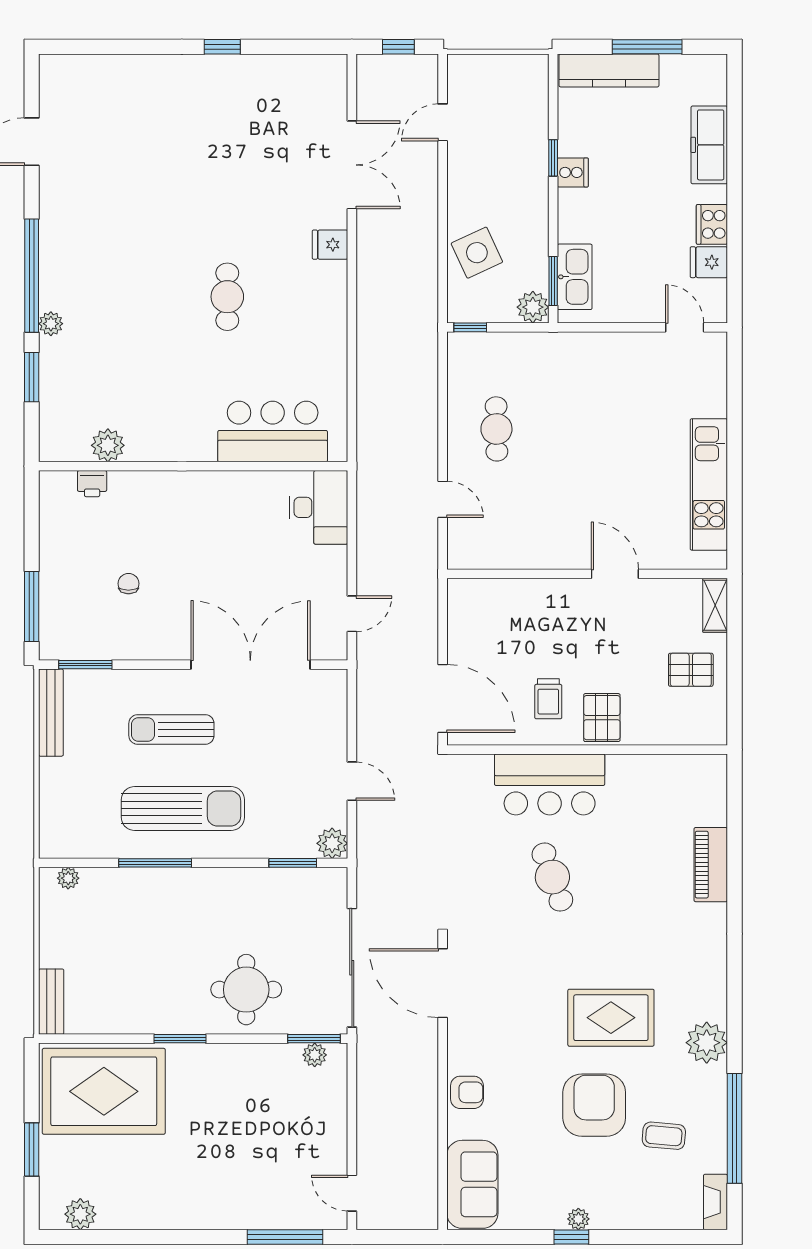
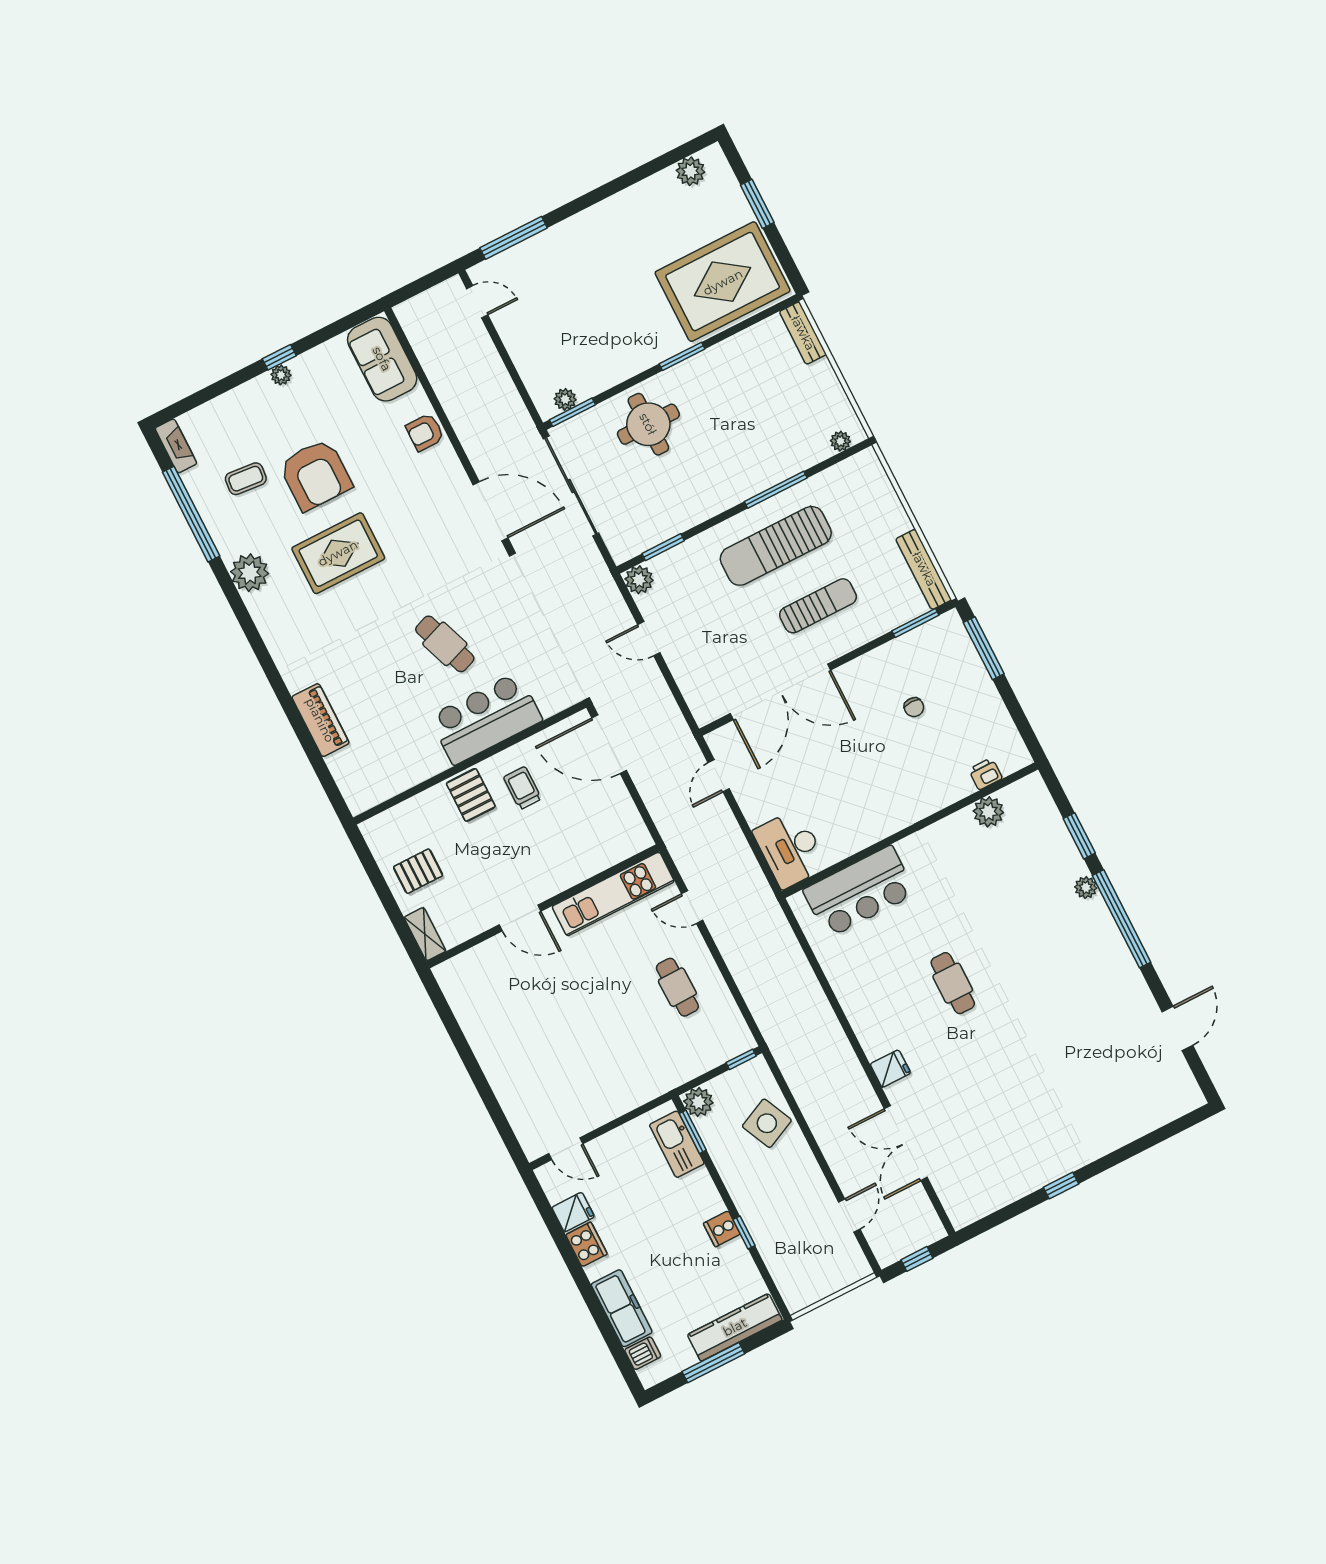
dishwasher: (711, 91) -> (643, 1353), added
kitchen unit: (709, 484) -> (613, 894), moved, turned 90

